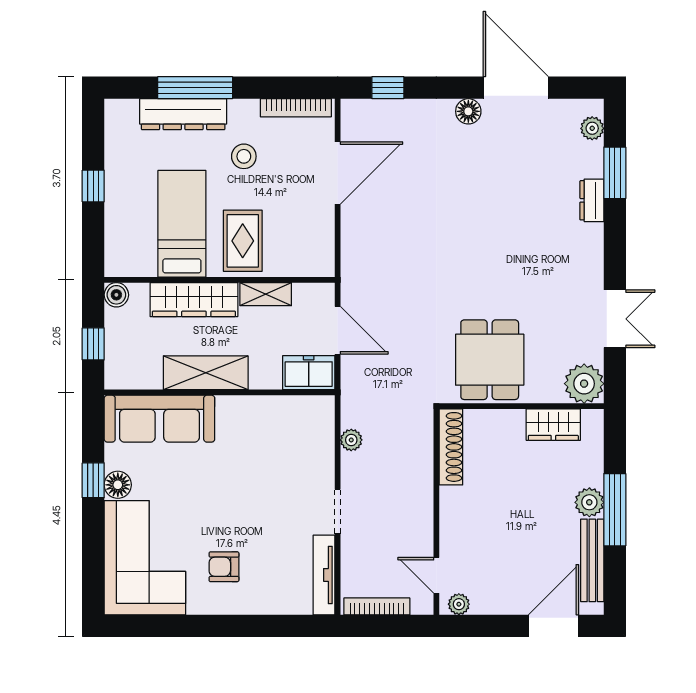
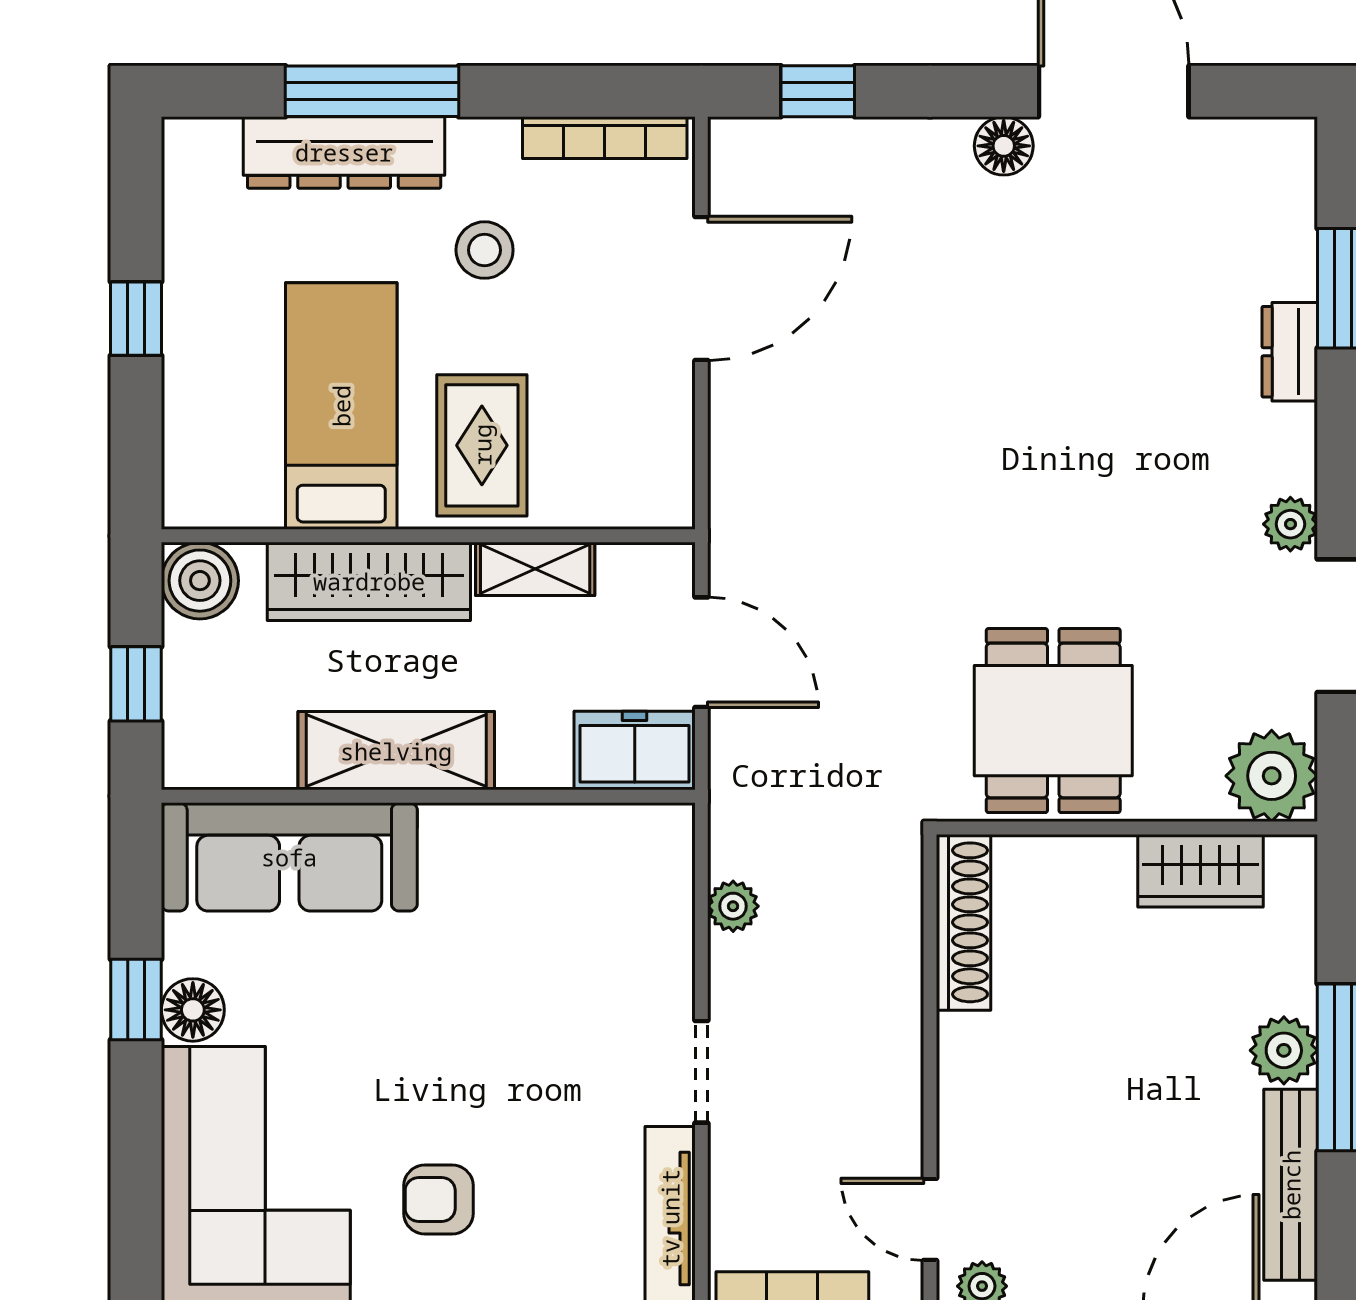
plant: (592, 128) -> (1290, 524), moved
boiler: (116, 295) -> (200, 581), width x1.36, depth x1.36

